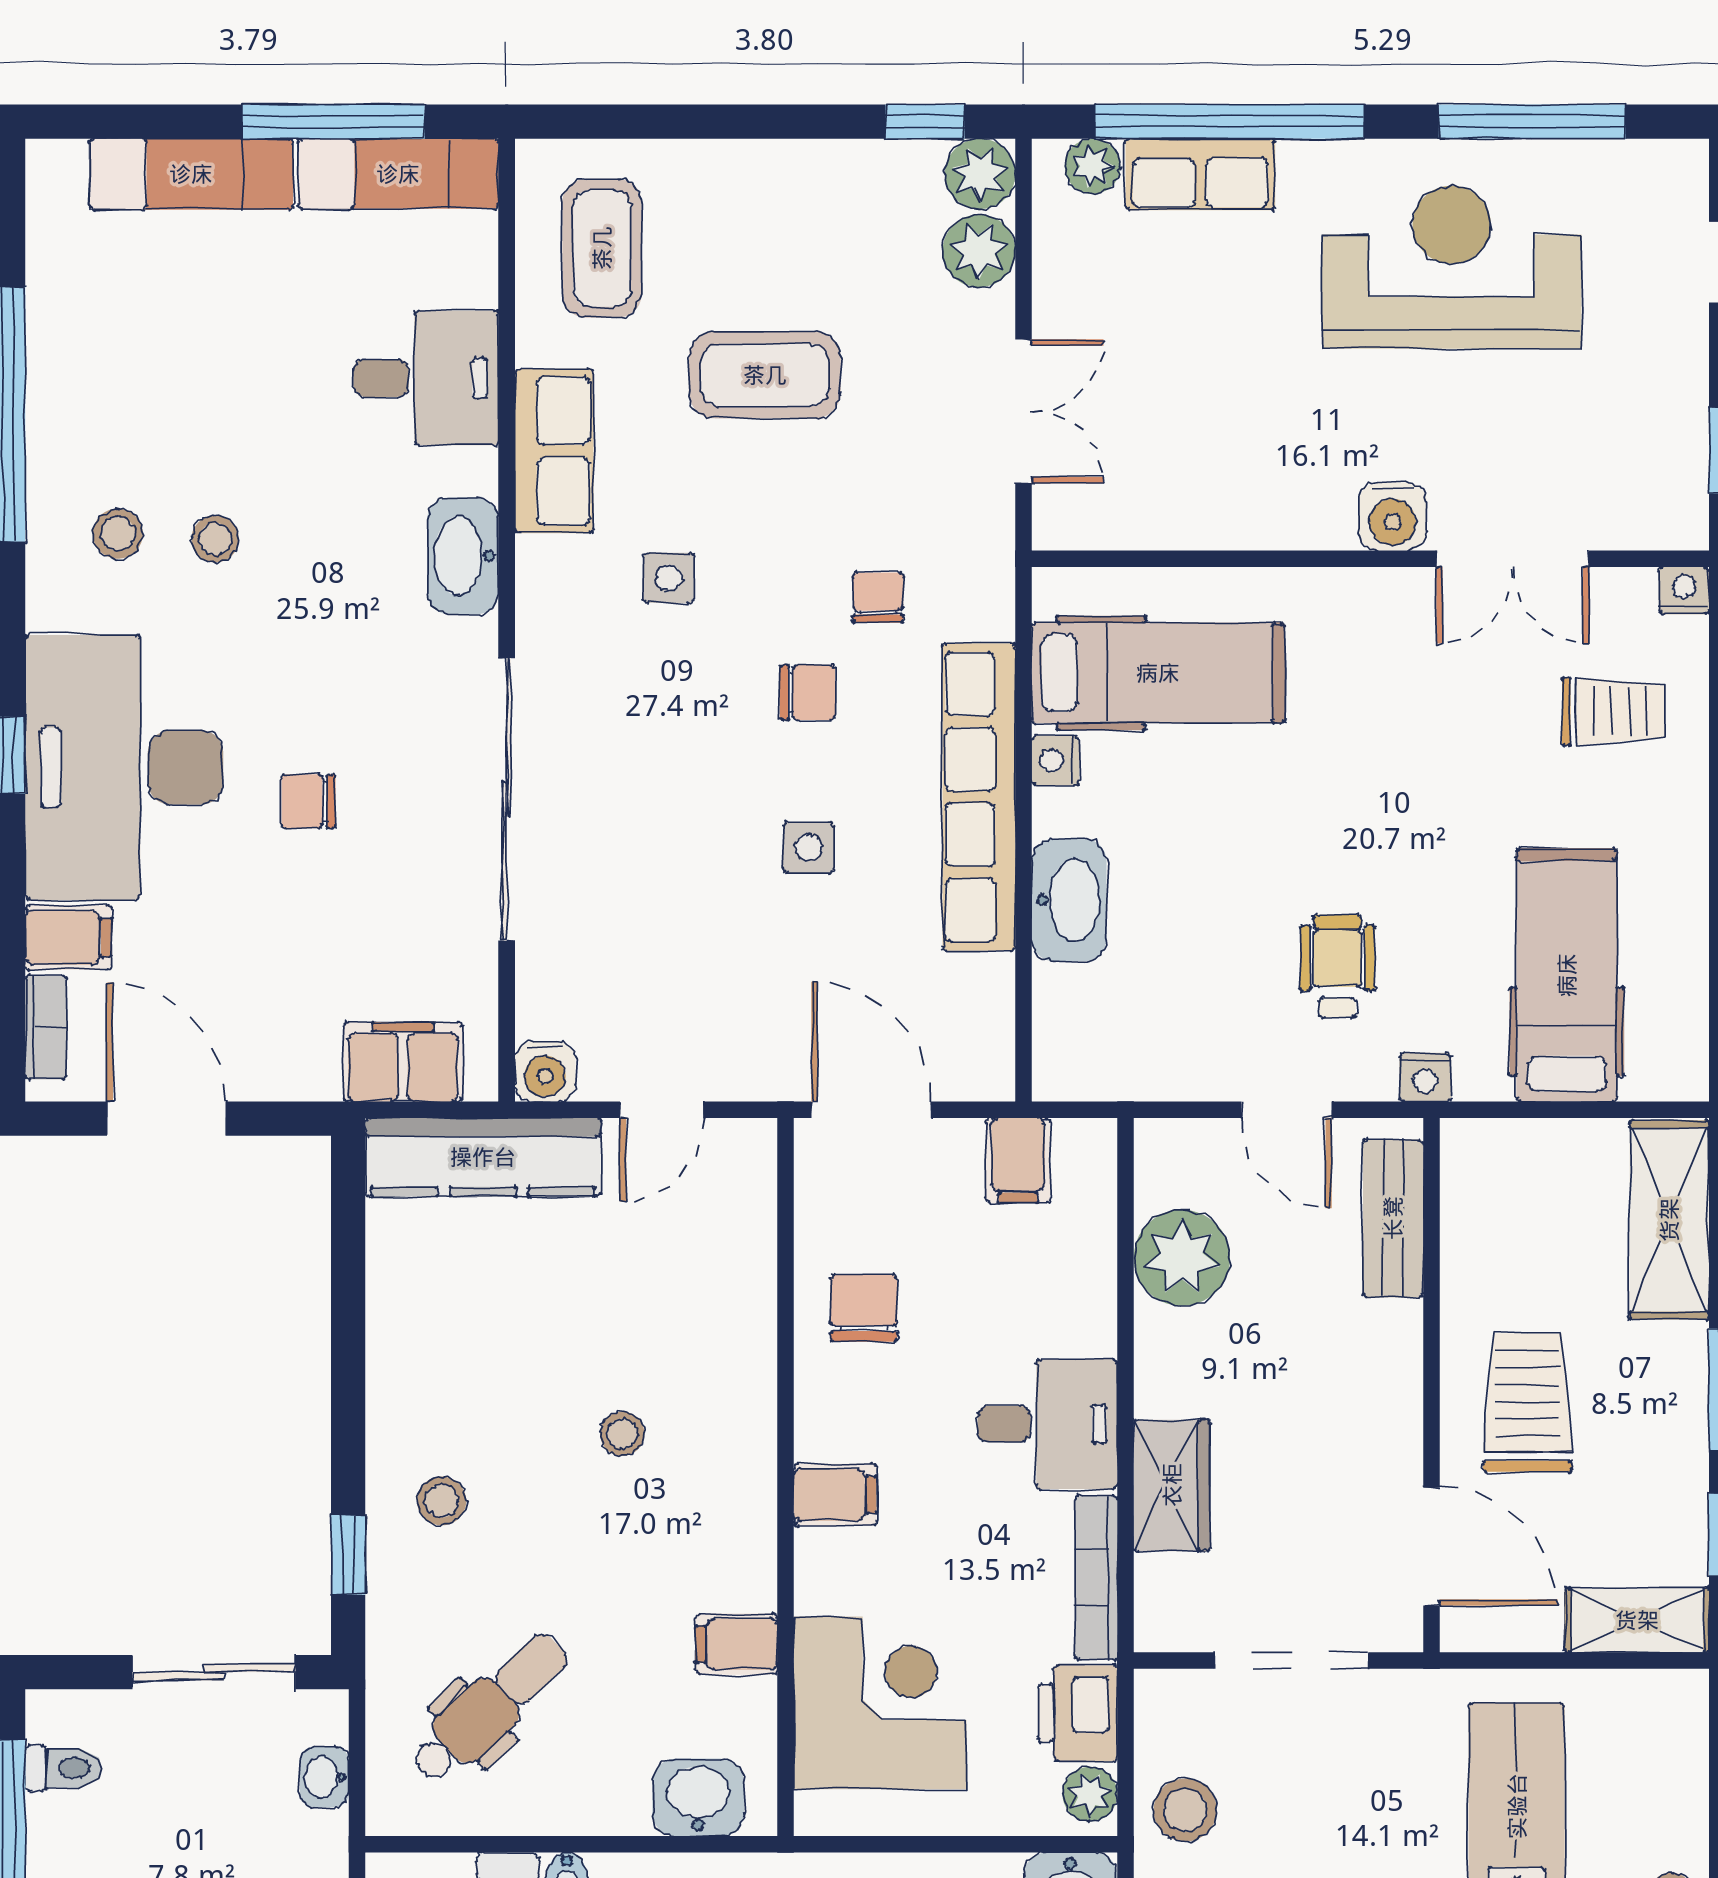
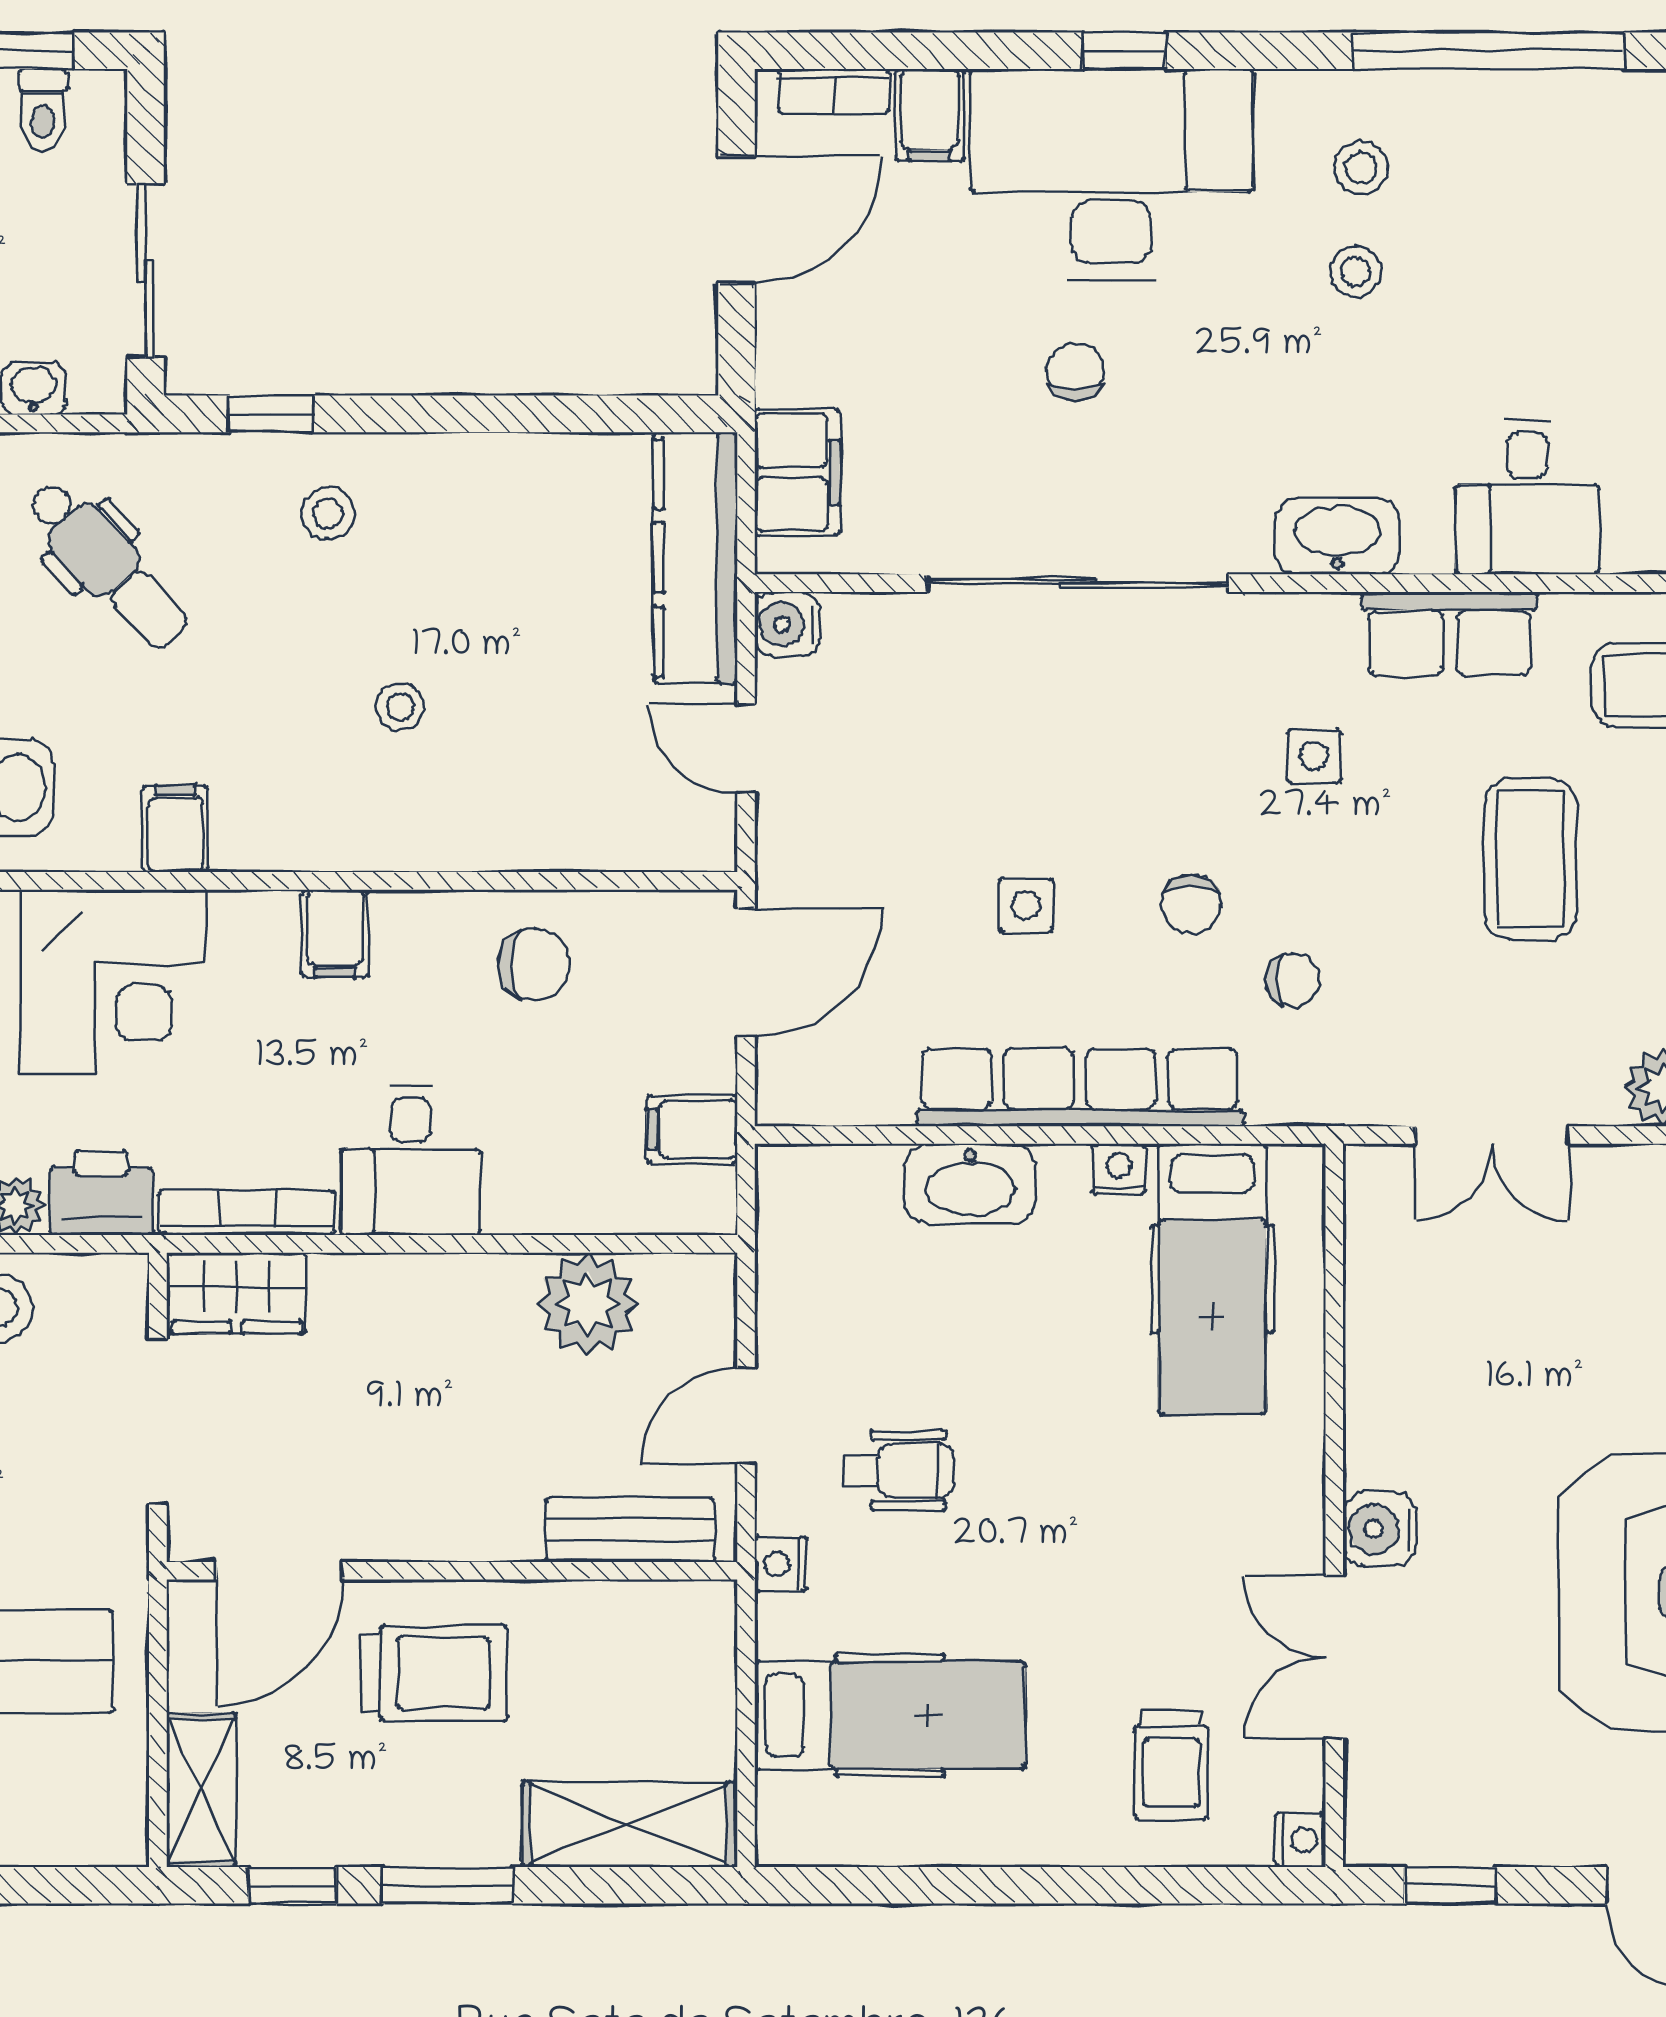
wardrobe: (1172, 1485) -> (237, 1293), moved

